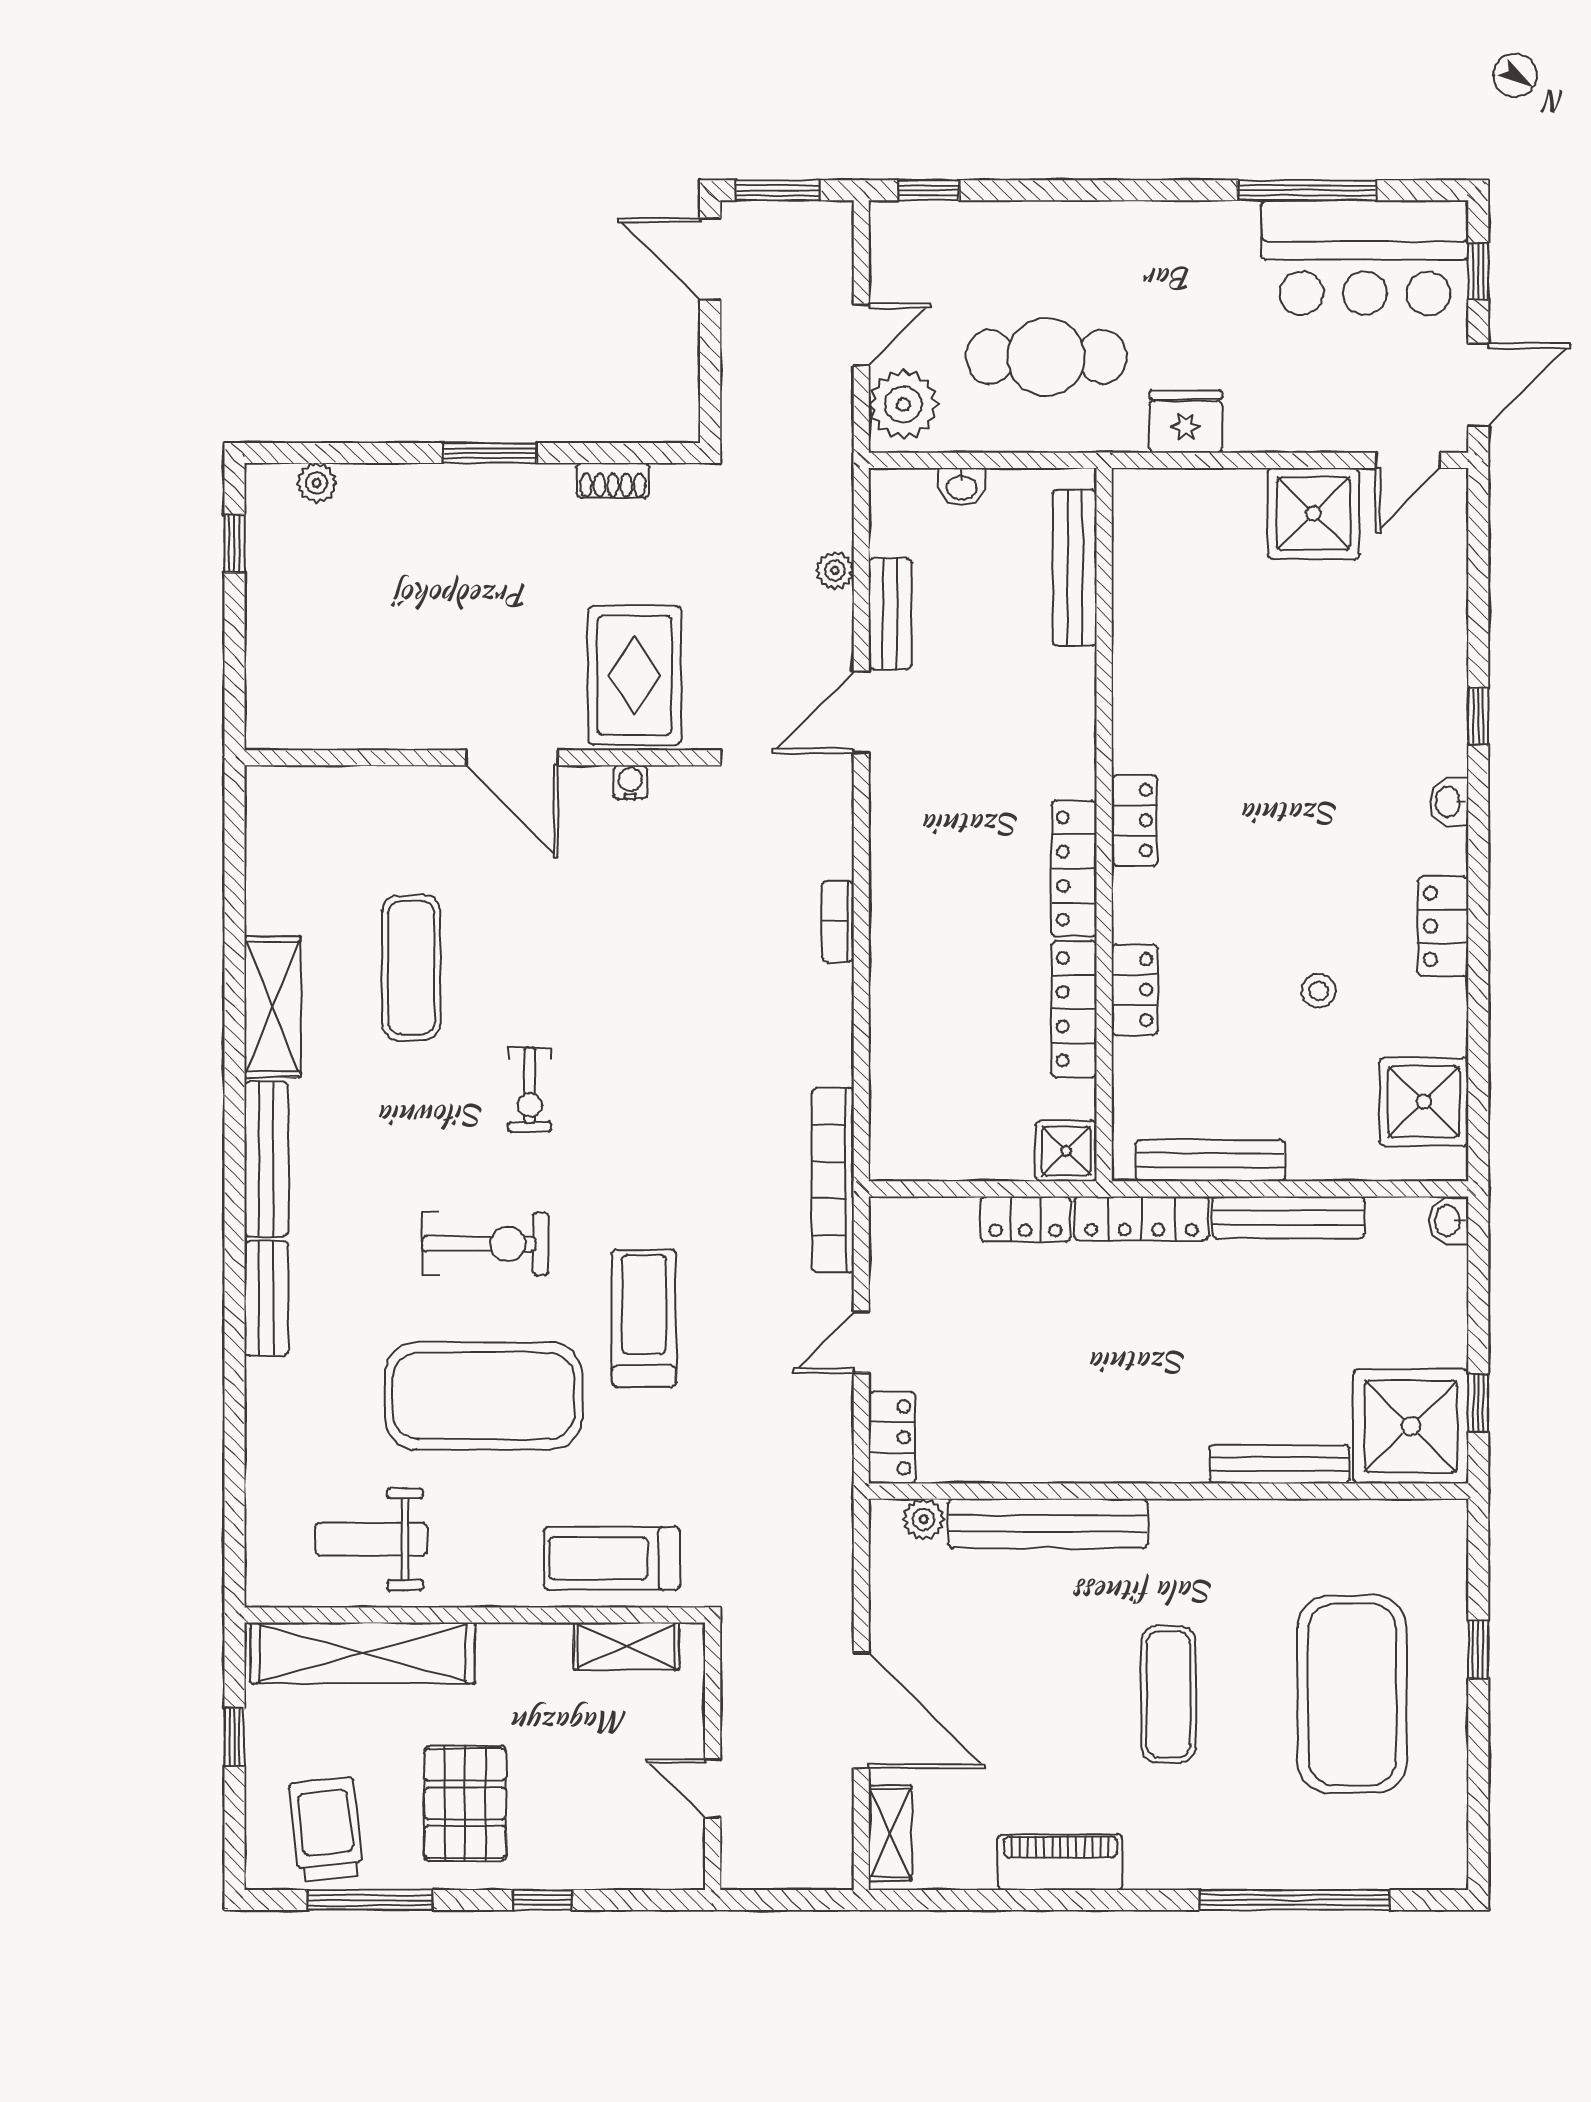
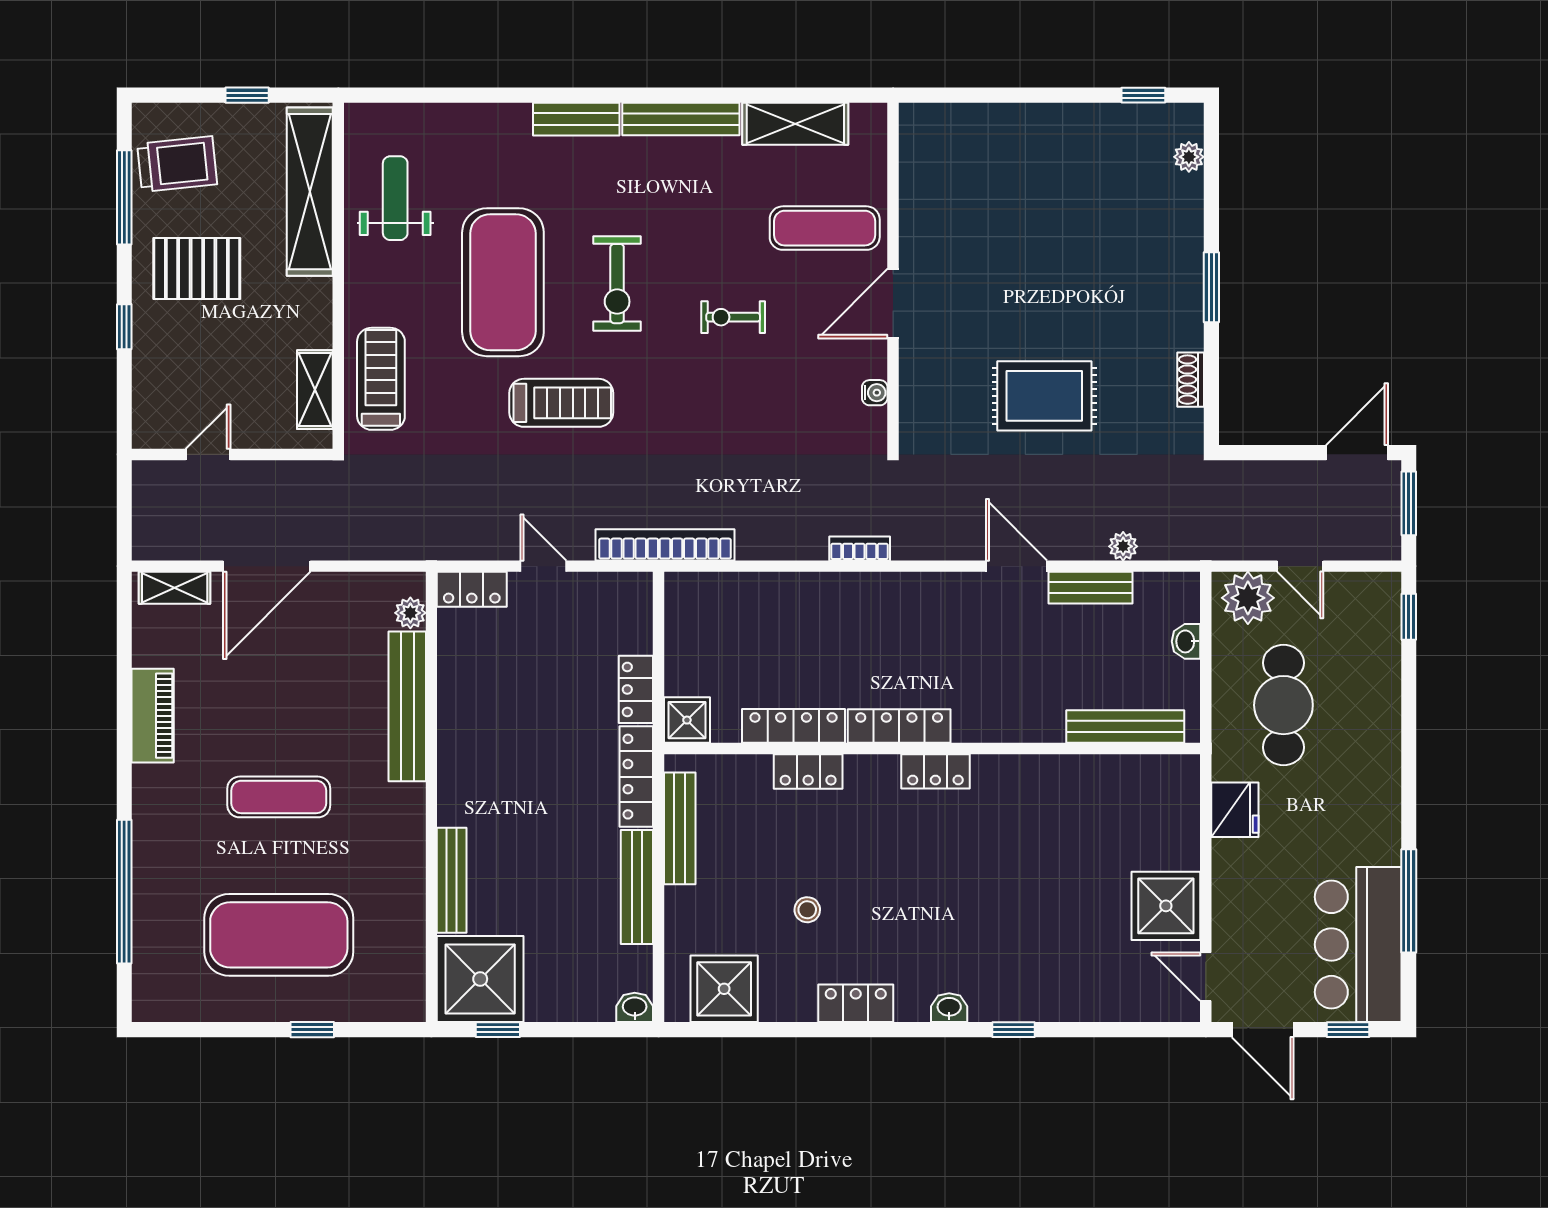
wall: (475, 758) -> (893, 276), moved
door: (512, 758) -> (893, 304), moved
water cooler: (630, 782) -> (875, 393), moved

